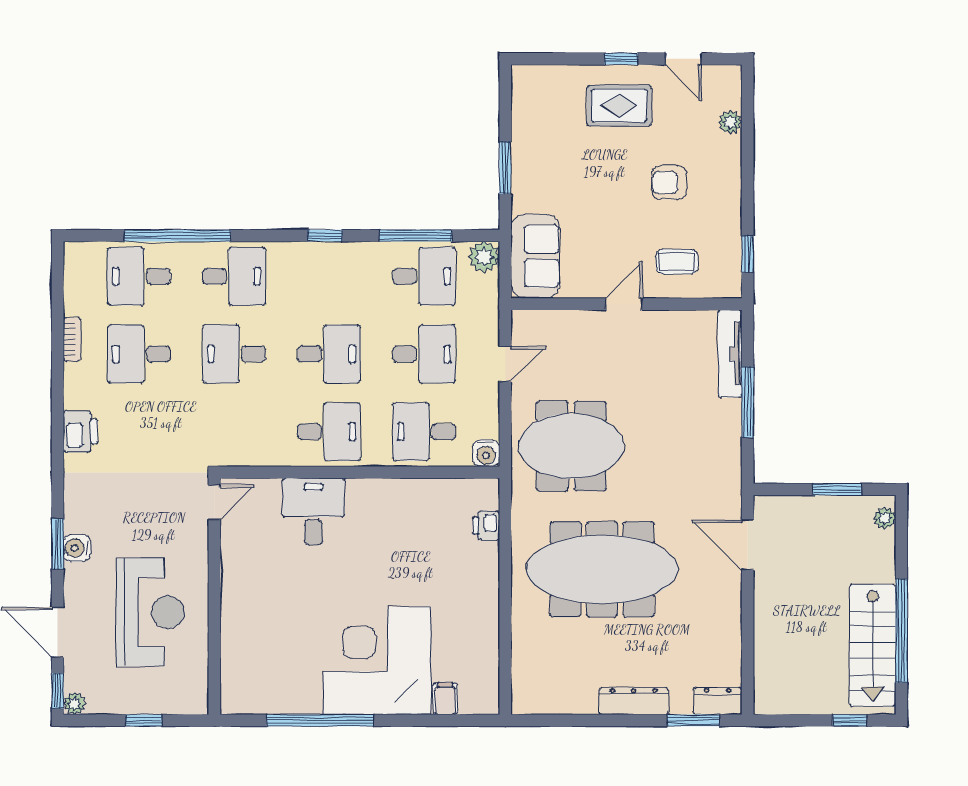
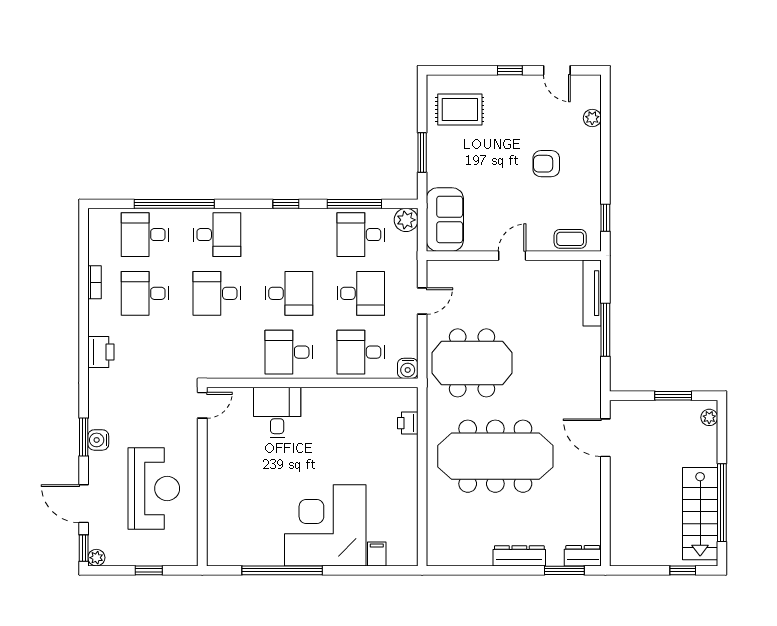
rug: (619, 106) -> (460, 109), moved
coffee table: (677, 262) -> (570, 239), moved
desk: (424, 276) -> (361, 235), turned 180
desk: (329, 432) -> (289, 352), turned 180

